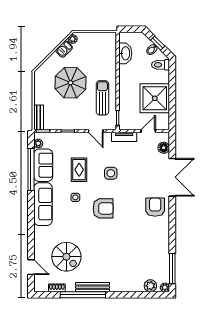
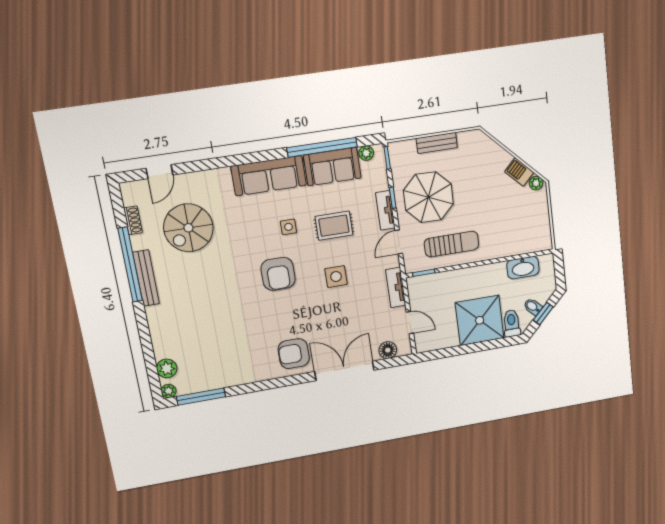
parasol: (70, 83) -> (428, 197), moved
shower: (155, 98) -> (480, 320), moved
bench: (39, 117) -> (437, 143), moved
tv unit: (75, 137) -> (385, 210), added
double door: (172, 177) -> (344, 371), swing flipped
armchair: (155, 207) -> (294, 354), turned 180

